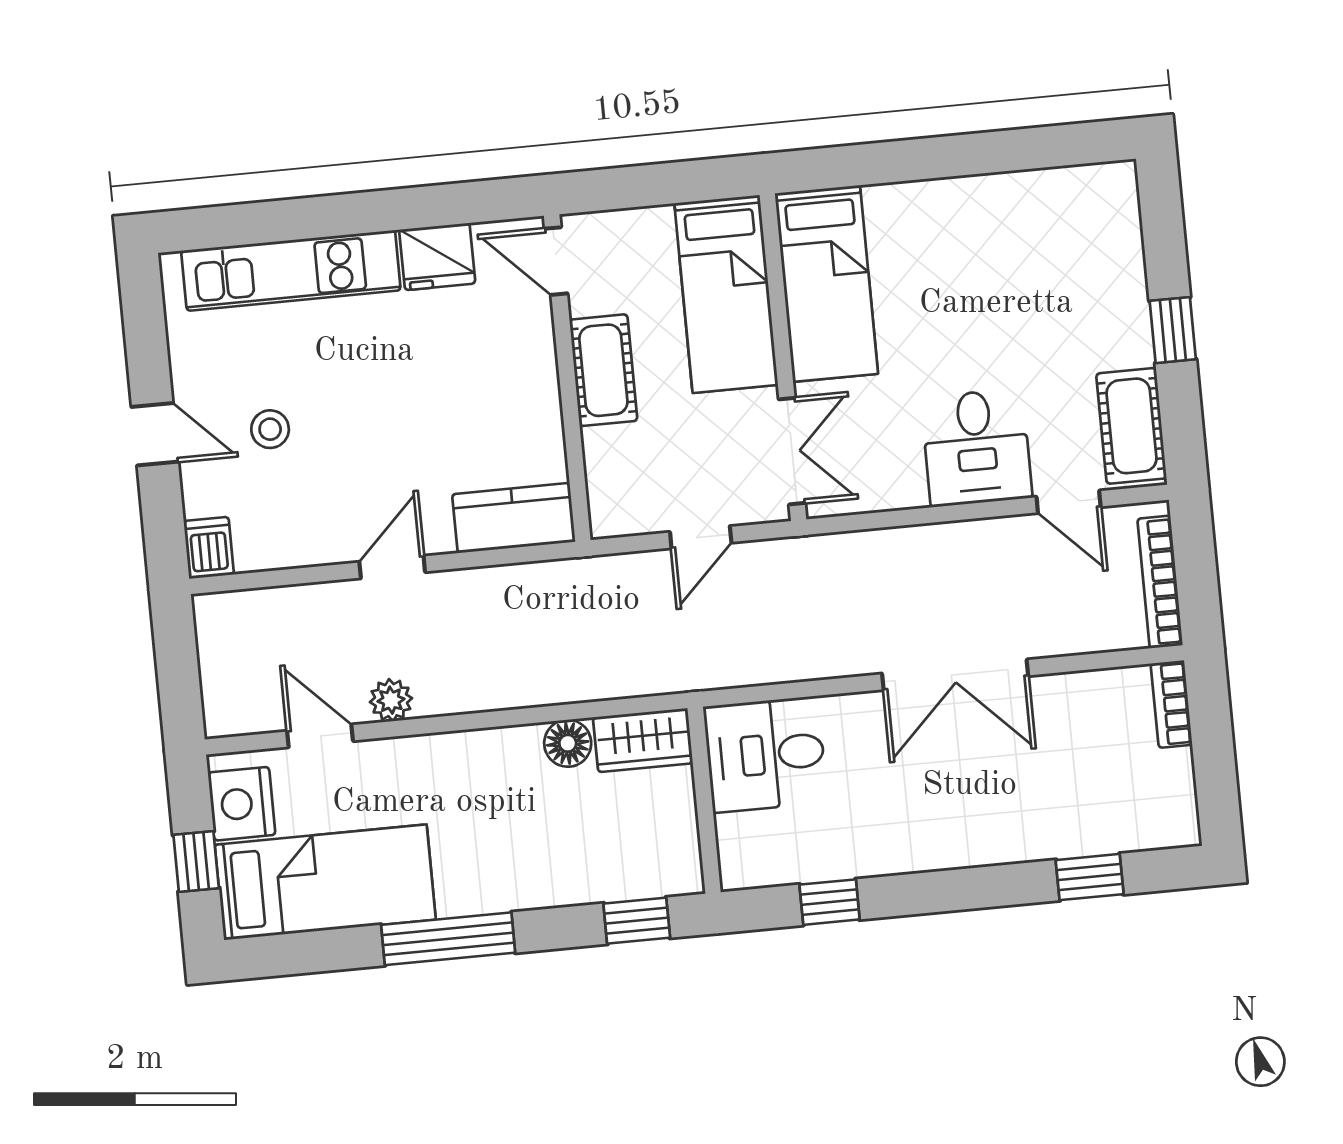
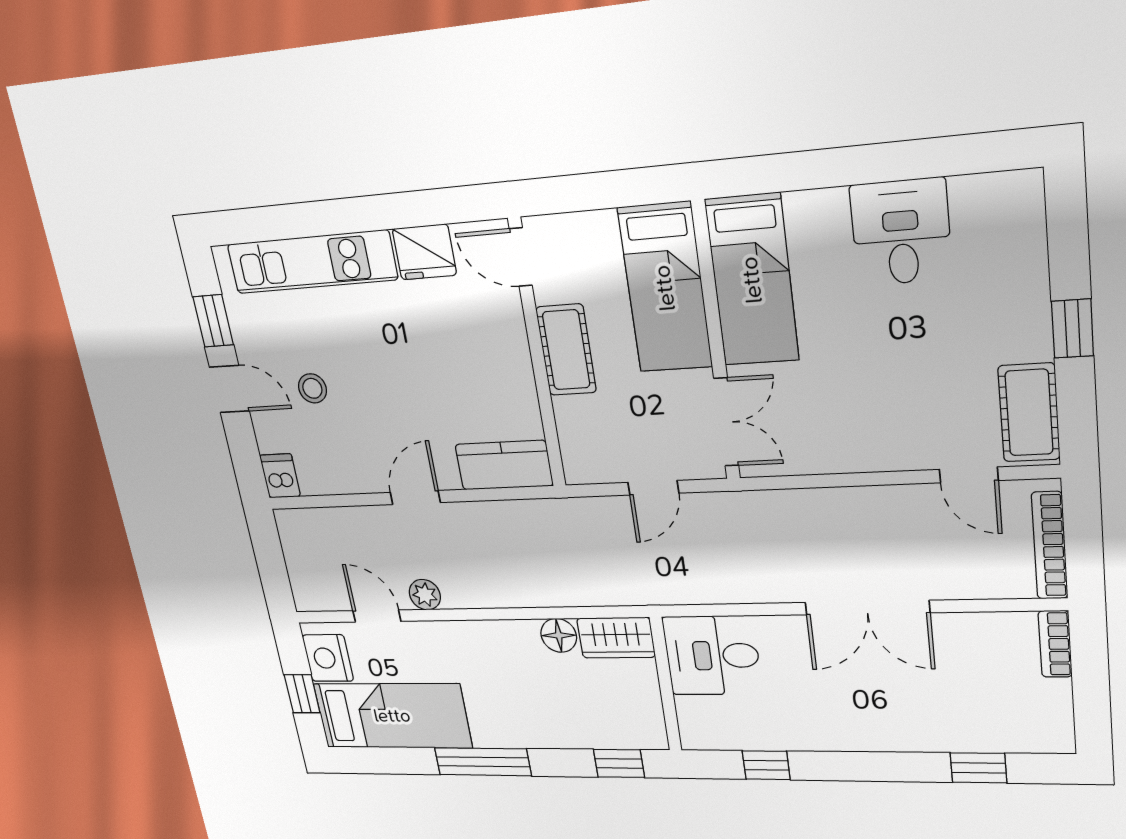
window: (147, 346) -> (213, 321), added
desk: (977, 448) -> (901, 232), moved, turned 180

